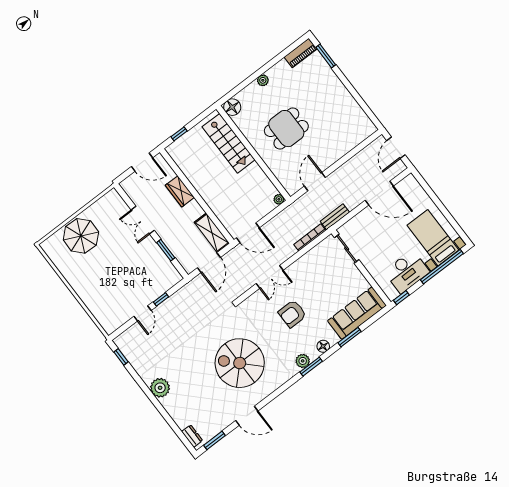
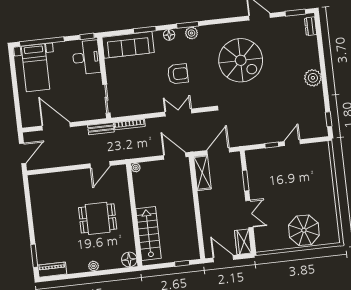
wardrobe: (180, 191) -> (243, 242), moved, turned 180
desk: (407, 272) -> (86, 57), moved, turned 90

